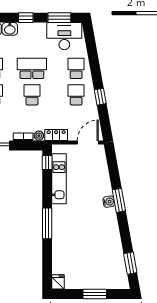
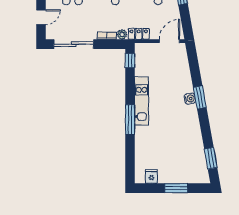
kitchen unit: (59, 179) -> (142, 101), moved
fridge: (58, 282) -> (151, 176), moved

